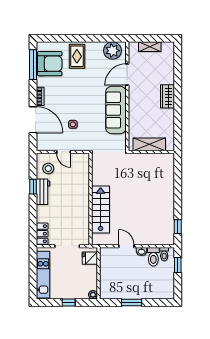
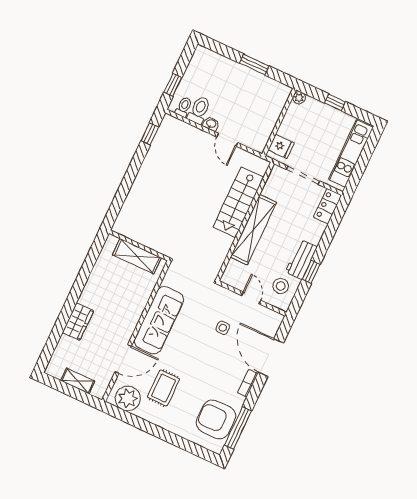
rug: (77, 56) -> (164, 388), moved
wardrobe: (167, 96) -> (78, 322), moved
shelving: (83, 196) -> (253, 230), added

